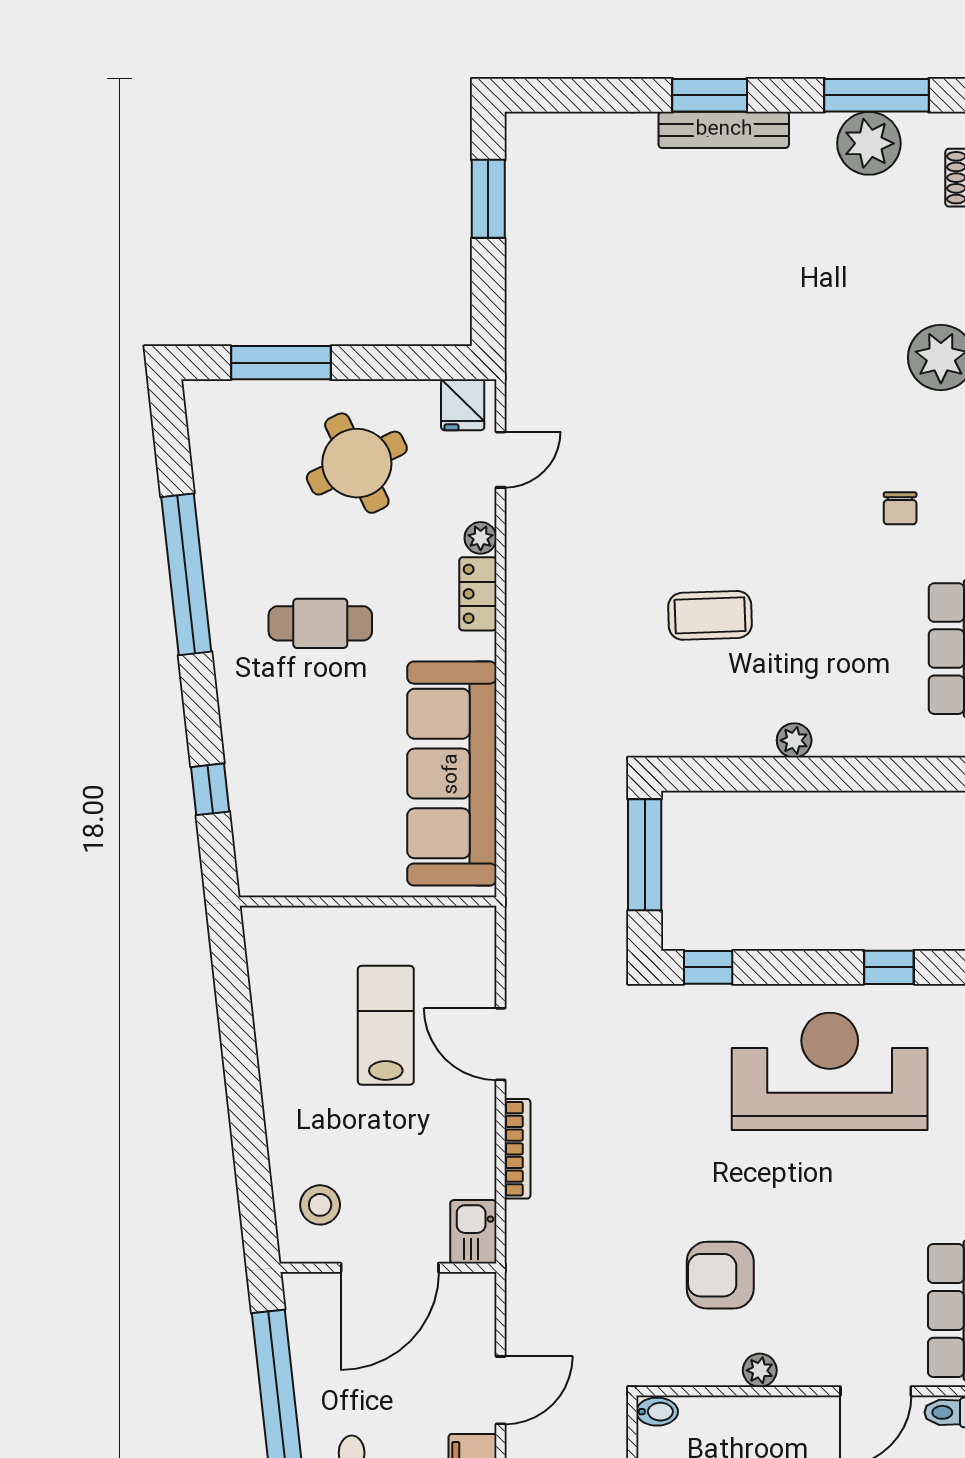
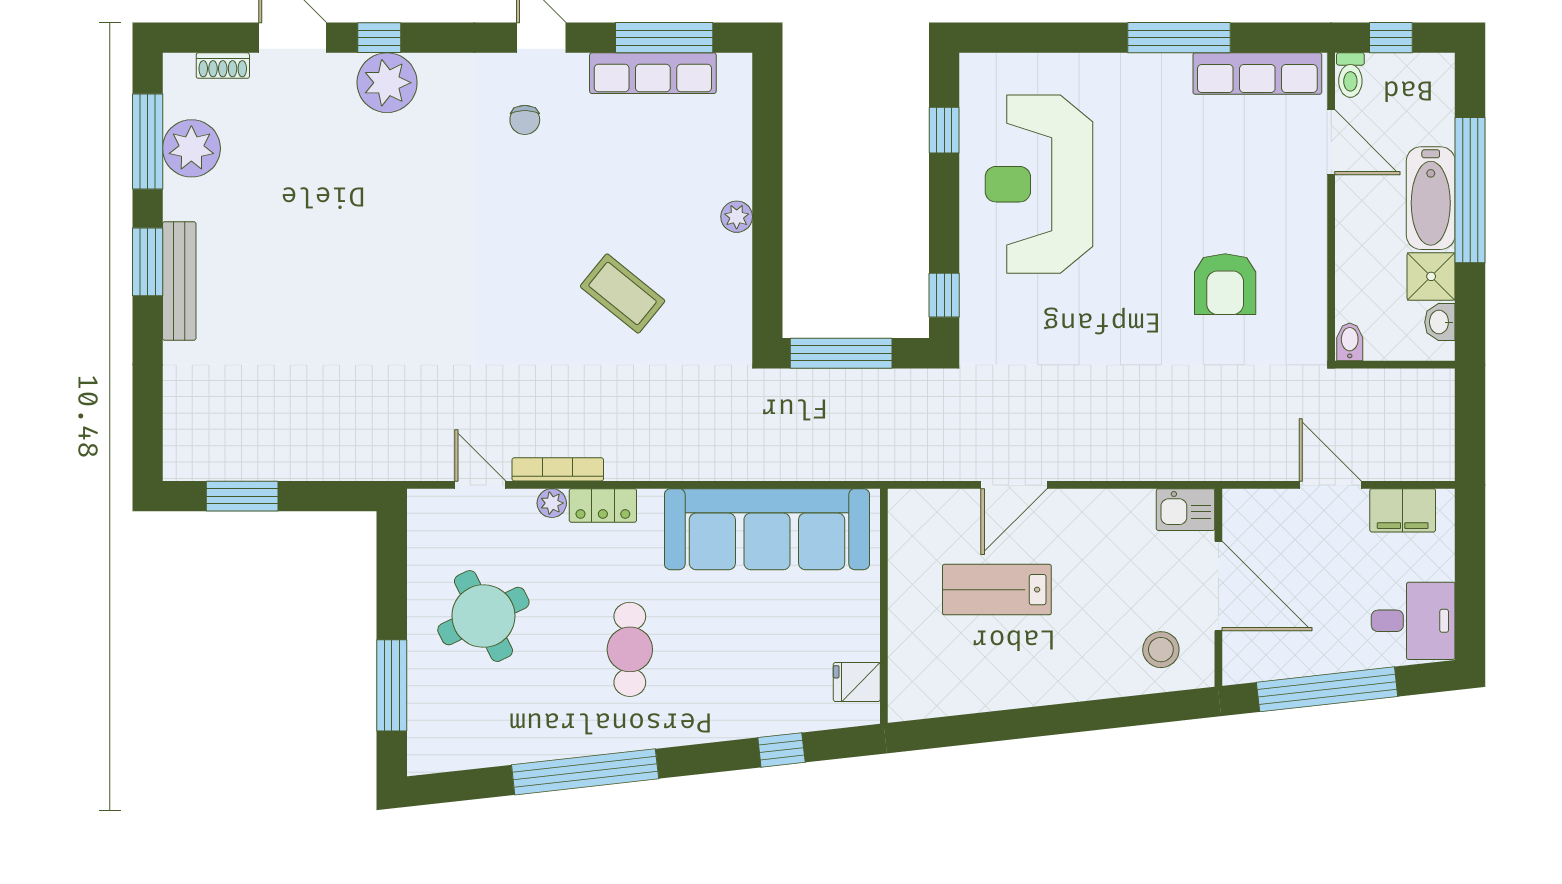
window: (710, 95) -> (148, 262), moved
fridge: (463, 405) -> (857, 682), moved, turned 180
chair: (900, 508) -> (525, 120), turned 90
coffee table: (710, 615) -> (623, 294), turned -49
bookcase: (517, 1149) -> (558, 469), moved
plant: (760, 1370) -> (1312, 248), removed

